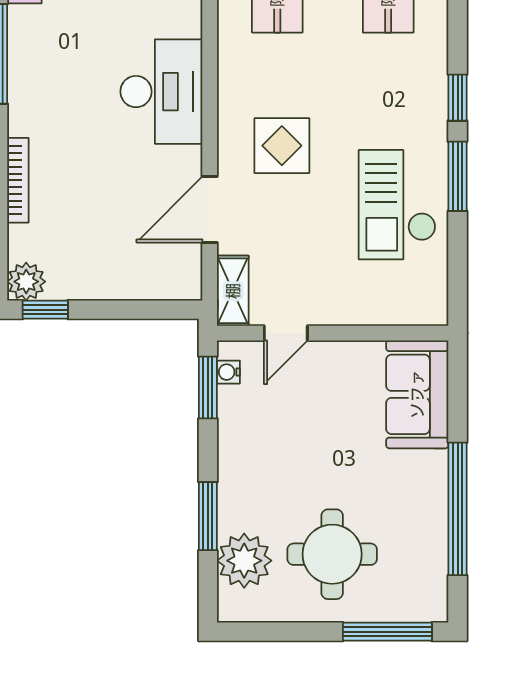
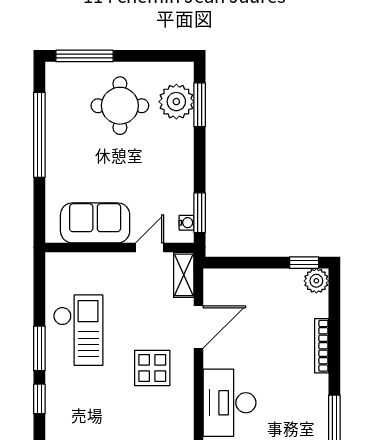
sofa: (417, 394) -> (95, 223), moved, turned -90
window: (208, 516) -> (200, 105), moved

